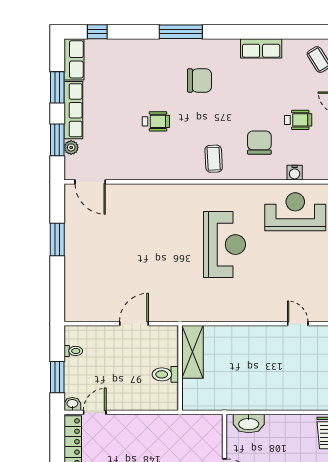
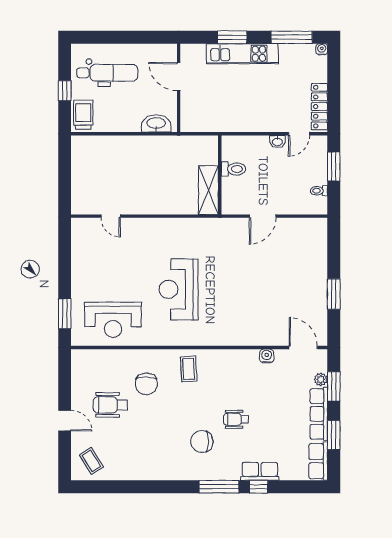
window: (97, 32) -> (259, 487), moved
row of seats: (261, 48) -> (260, 471), moved
wheelchair: (298, 120) -> (110, 405), width x1.36, depth x1.37
wheelchair: (156, 121) -> (236, 419), moved
water cooler: (295, 173) -> (267, 356), moved
washbasin: (72, 404) -> (277, 142), moved

